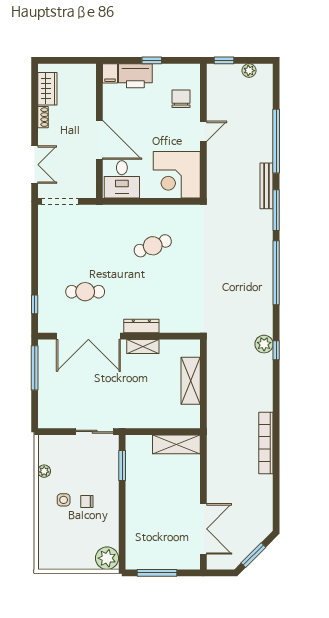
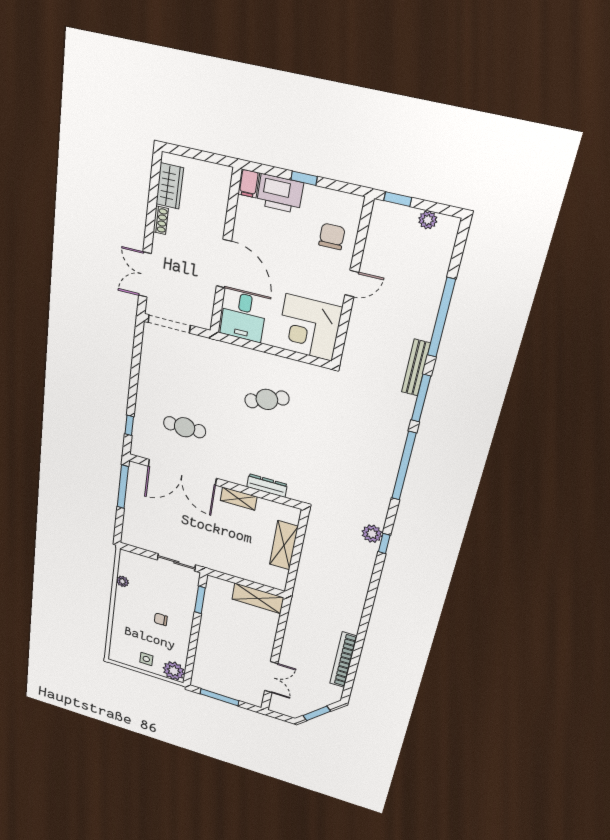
double door: (35, 165) -> (145, 275), swing flipped
dresser: (141, 326) -> (267, 486), moved
bookcase: (266, 443) -> (343, 660), moved
side table: (64, 500) -> (146, 659), moved
double door: (203, 529) -> (271, 677), width x0.73

